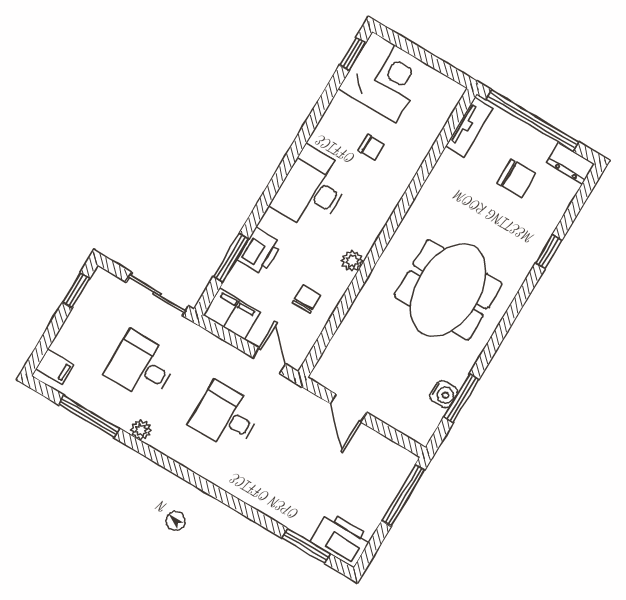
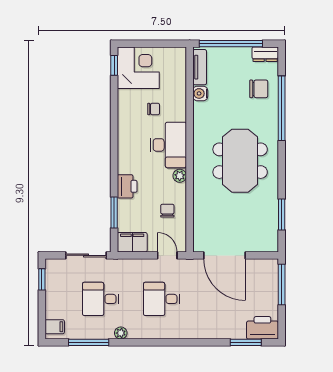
chair: (516, 178) -> (259, 89), moved
desk: (312, 189) -> (168, 145), moved, turned 180
printer: (260, 251) -> (127, 186), moved
window: (549, 252) -> (282, 108), width x3.17
water cooler: (444, 394) -> (200, 93), moved, turned 180
door: (348, 408) -> (224, 255), width x1.88

